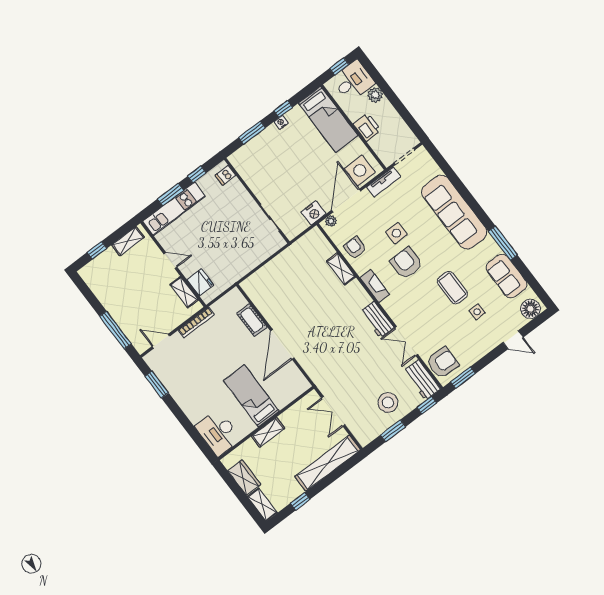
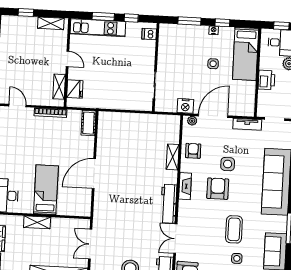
side table: (360, 170) -> (213, 64), moved, width x0.54, depth x0.54
cot: (252, 320) -> (89, 123), moved
workbench: (377, 320) -> (169, 204), width x1.38

